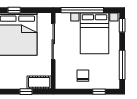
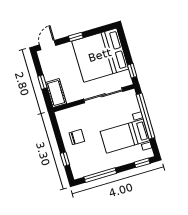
window: (14, 10) -> (132, 71), moved
bed with nightstands: (94, 33) -> (125, 136), width x0.73

